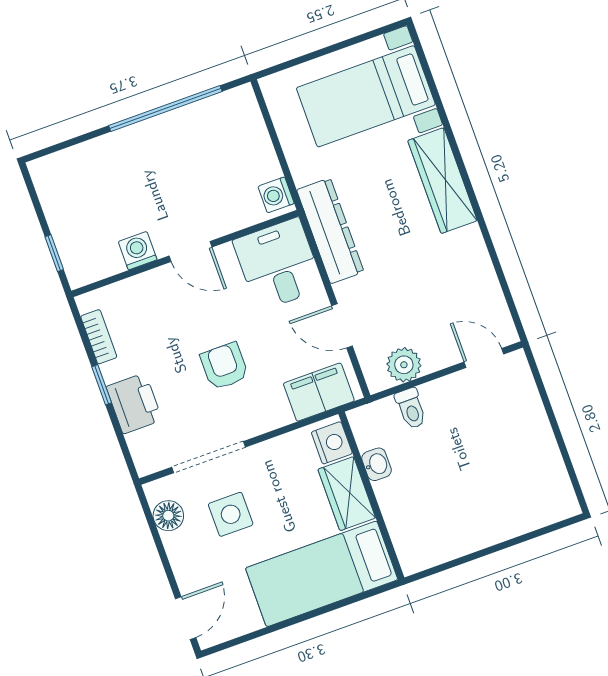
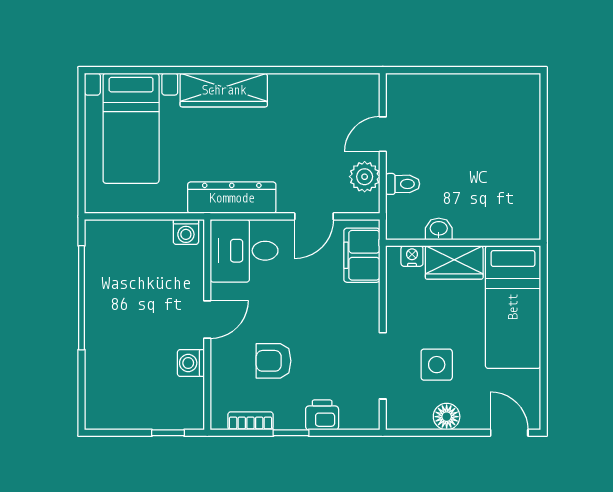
door: (484, 358) -> (383, 134), moved
armchair: (224, 366) -> (274, 361), moved
printer: (134, 403) -> (322, 415), width x0.73, depth x0.81
nightstand: (332, 443) -> (412, 256), width x0.72, depth x0.74
floor lamp: (168, 516) -> (447, 417), moved

